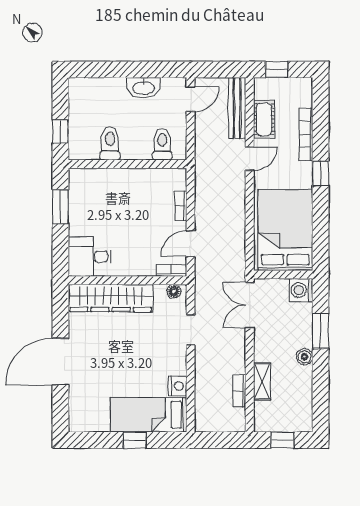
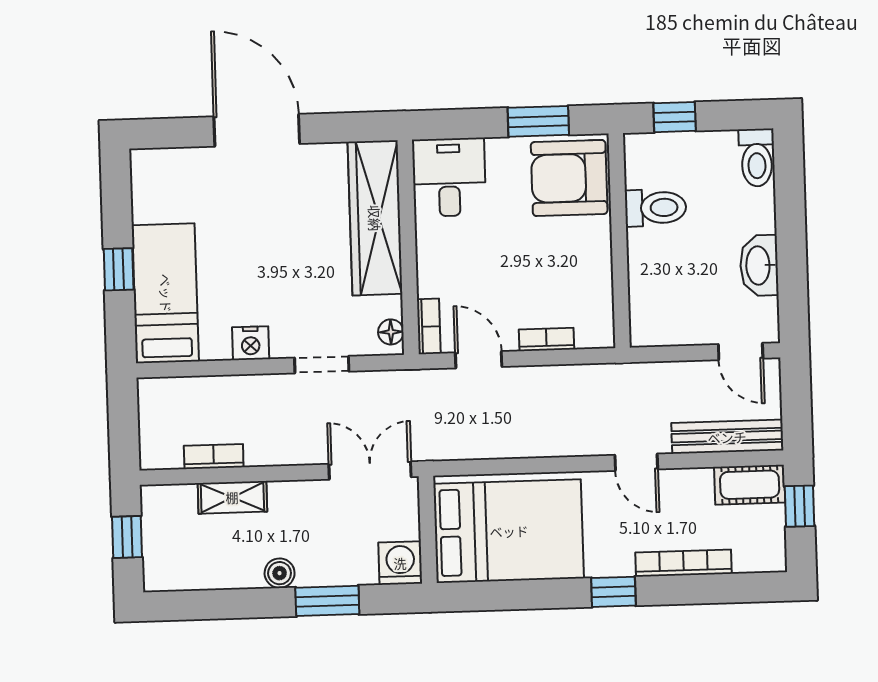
cot: (264, 119) -> (750, 485), moved
toilet: (162, 144) -> (757, 158), moved, turned 90
armchair: (92, 191) -> (569, 178), added
nightstand: (177, 386) -> (251, 343), moved

